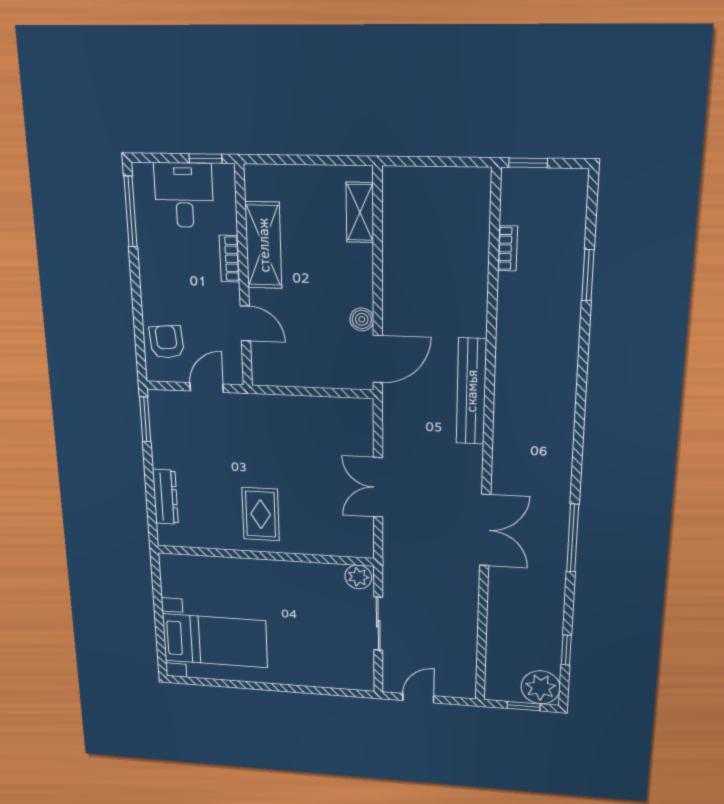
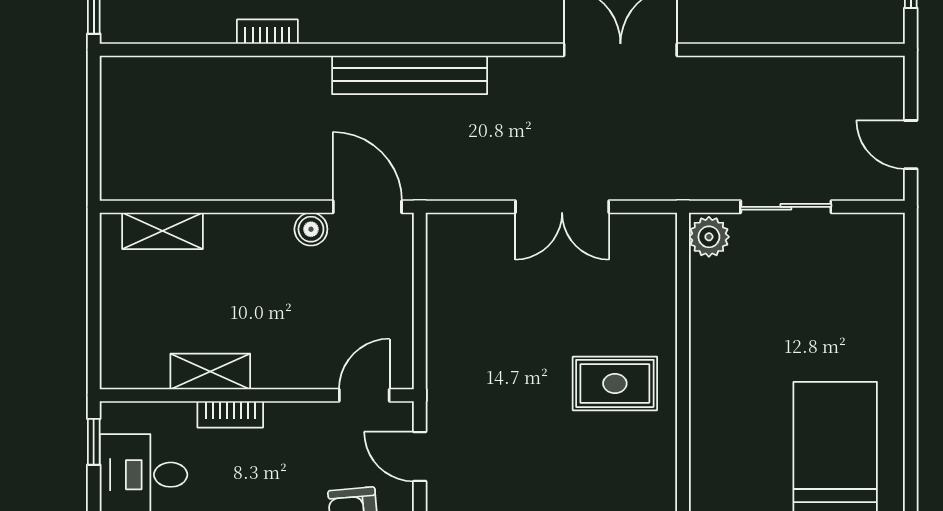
shelving: (263, 245) -> (210, 372), width x0.67, depth x0.75
bookcase: (507, 248) -> (267, 32), moved
door: (245, 323) -> (364, 395), moved

